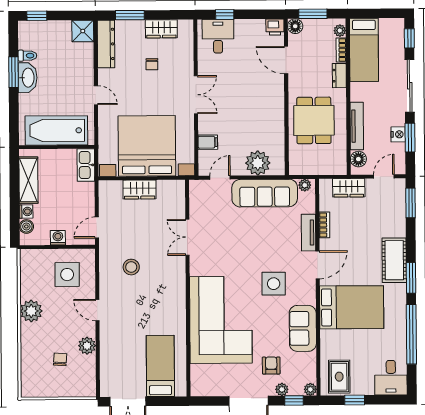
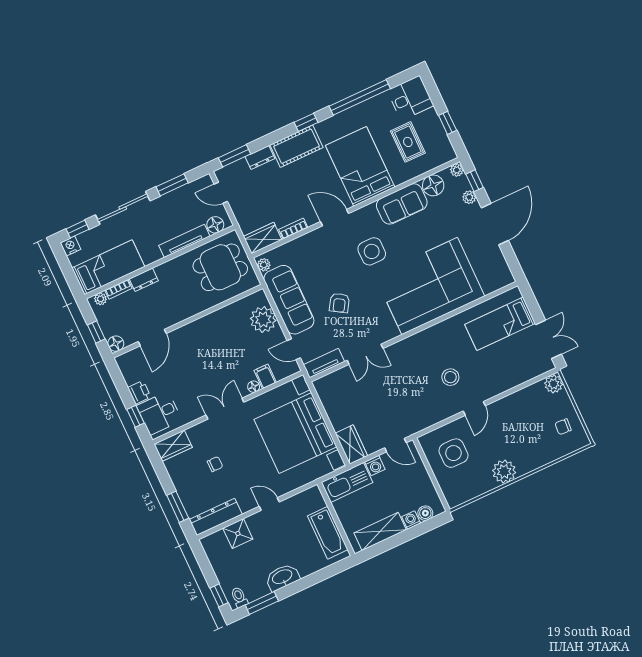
window: (313, 14) -> (96, 332), width x0.67
printer: (275, 27) -> (139, 392), moved
wardrobe: (161, 29) -> (173, 446), moved, turned 90
shower: (83, 31) -> (238, 534), moved
toilet: (27, 56) -> (239, 597), moved
window: (14, 72) -> (262, 603), moved
door: (96, 95) -> (269, 504), hinge flipped
dining table: (314, 120) -> (220, 267), moved
floor lamp: (204, 128) -> (254, 387), added
bathtub: (56, 130) -> (328, 533), width x0.73, depth x0.73
nightstand: (398, 134) -> (70, 246), moved
kitchen sink: (86, 165) -> (347, 482), width x1.36, depth x1.24
wardrobe: (349, 188) -> (263, 238), moved, turned -90
wardrobe: (140, 190) -> (351, 445), moved
dresser: (399, 224) -> (260, 158), added
tv unit: (308, 233) -> (324, 363), moved, turned 180
washing machine: (58, 238) -> (375, 466), moved, turned -90
stool: (131, 267) -> (450, 377), moved
window: (411, 278) -> (306, 122), width x0.67
plant: (87, 346) -> (554, 384), moved
chair: (60, 359) -> (563, 427), moved
floor lamp: (306, 363) -> (433, 185), added
armchair: (271, 365) -> (339, 303), moved, turned -58
rug: (339, 377) -> (408, 142), moved, turned 90

